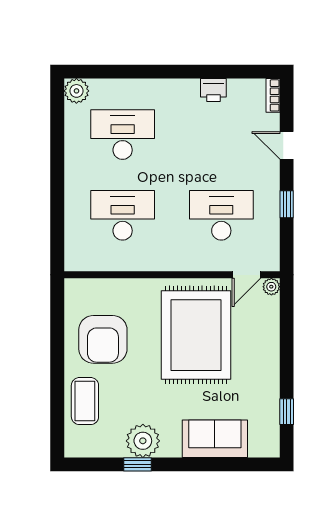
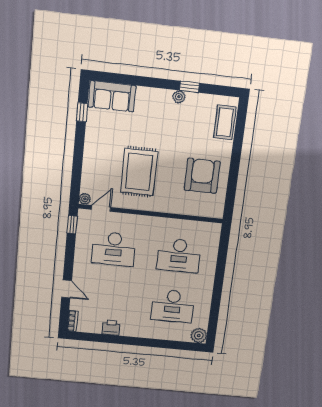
window: (287, 204) -> (72, 225), moved
rug: (196, 335) -> (139, 172), width x0.73, depth x0.69
coffee table: (85, 401) -> (225, 122), moved
sofa: (215, 439) -> (112, 96), moved
plant: (143, 441) -> (179, 97), width x0.53, depth x0.53

